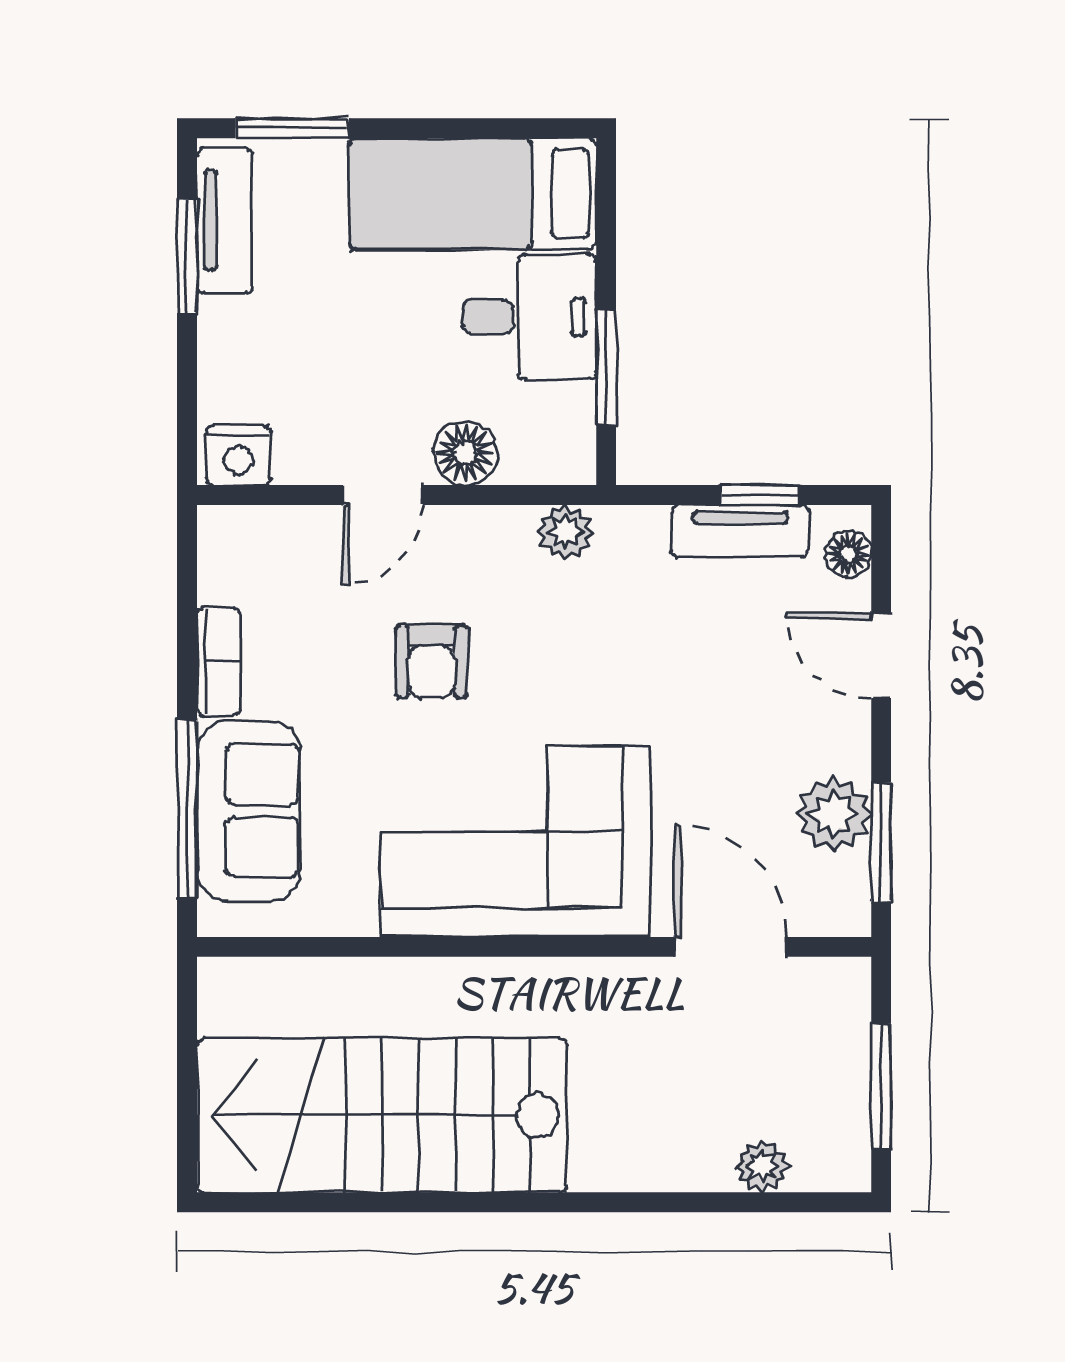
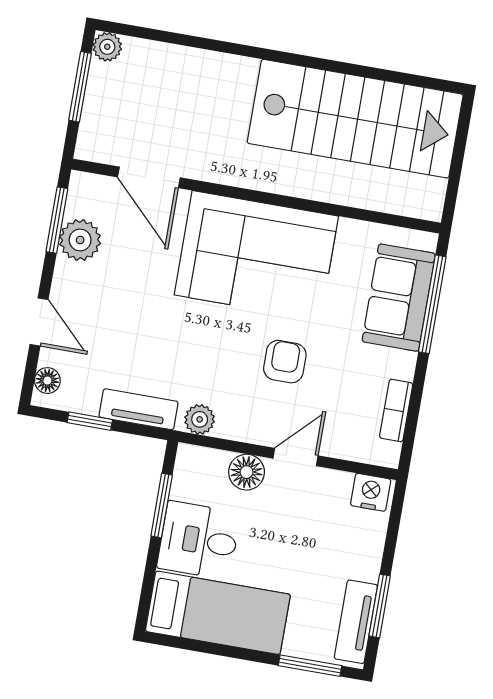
tv unit: (740, 531) -> (139, 409), moved
bookcase: (218, 662) -> (396, 410), moved
plant: (762, 1166) -> (107, 47), moved

